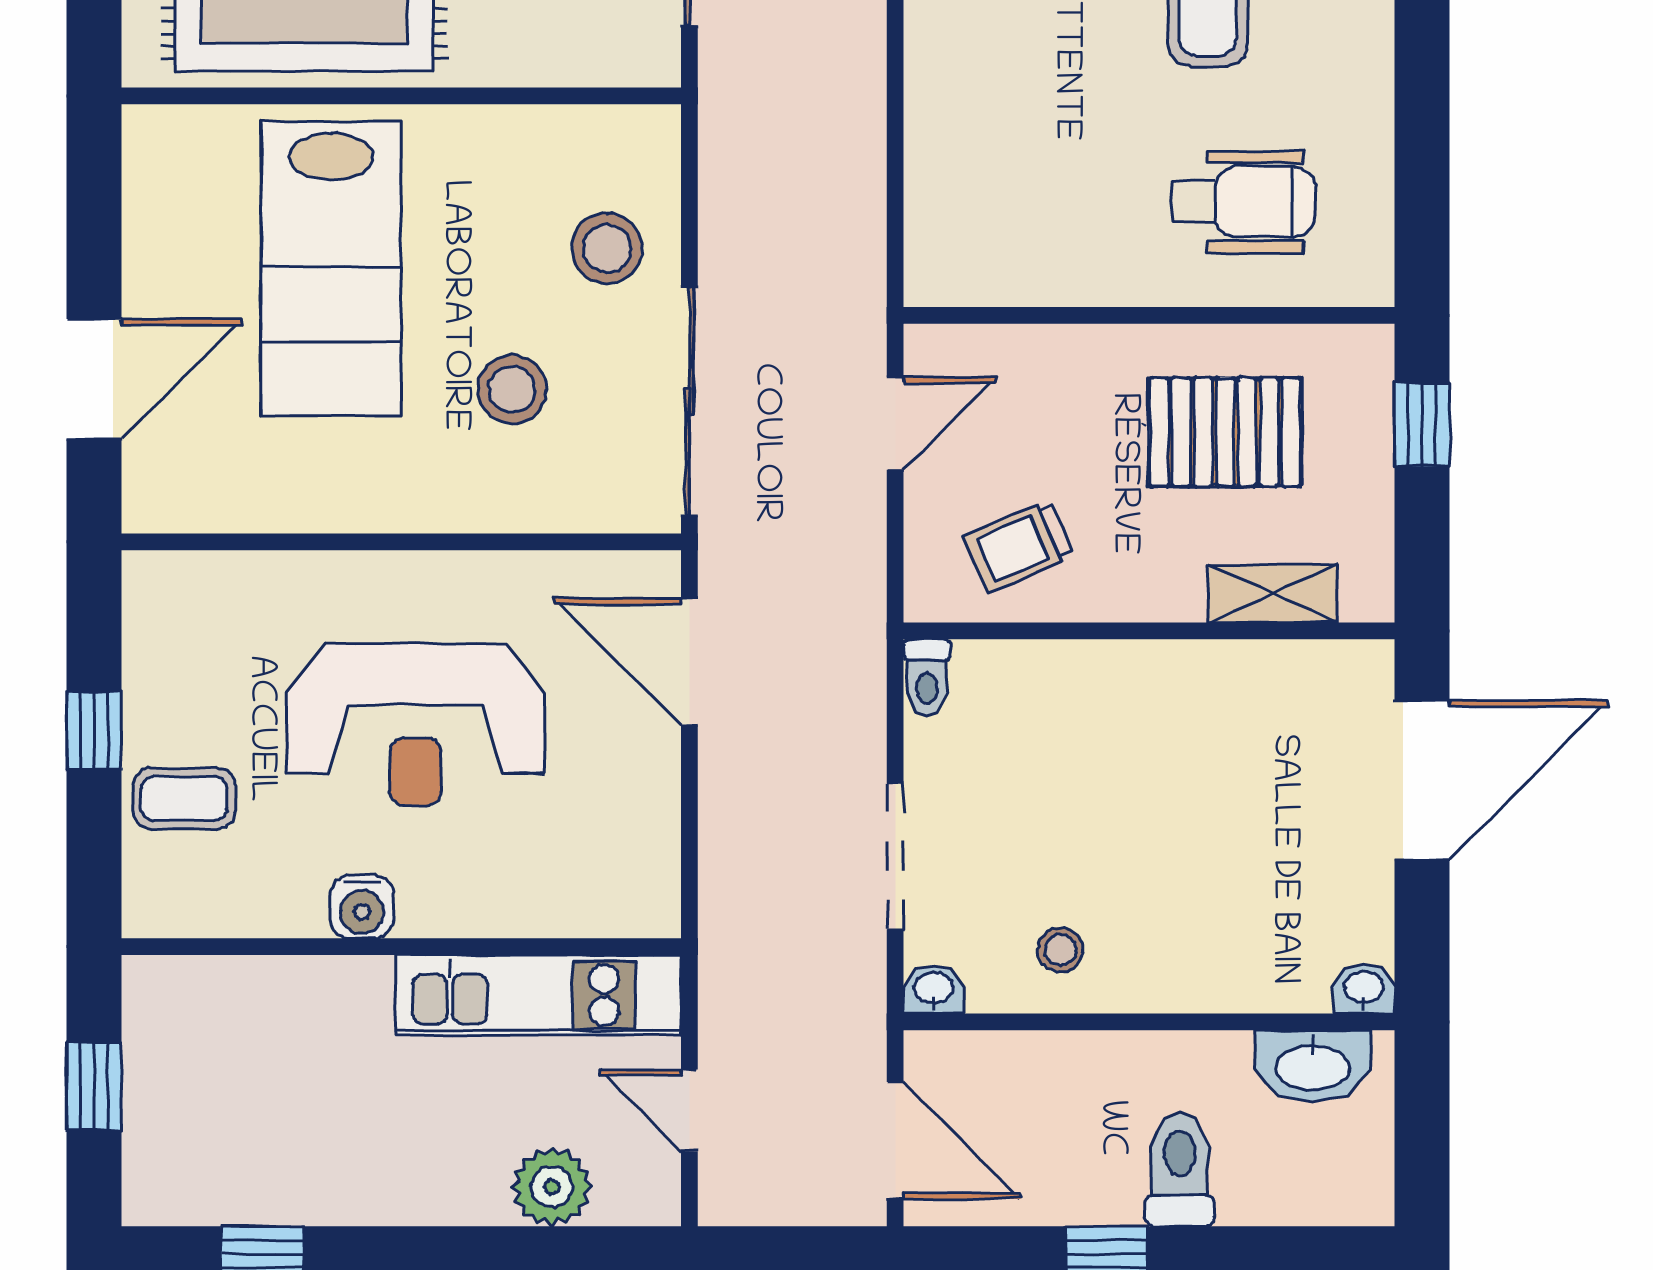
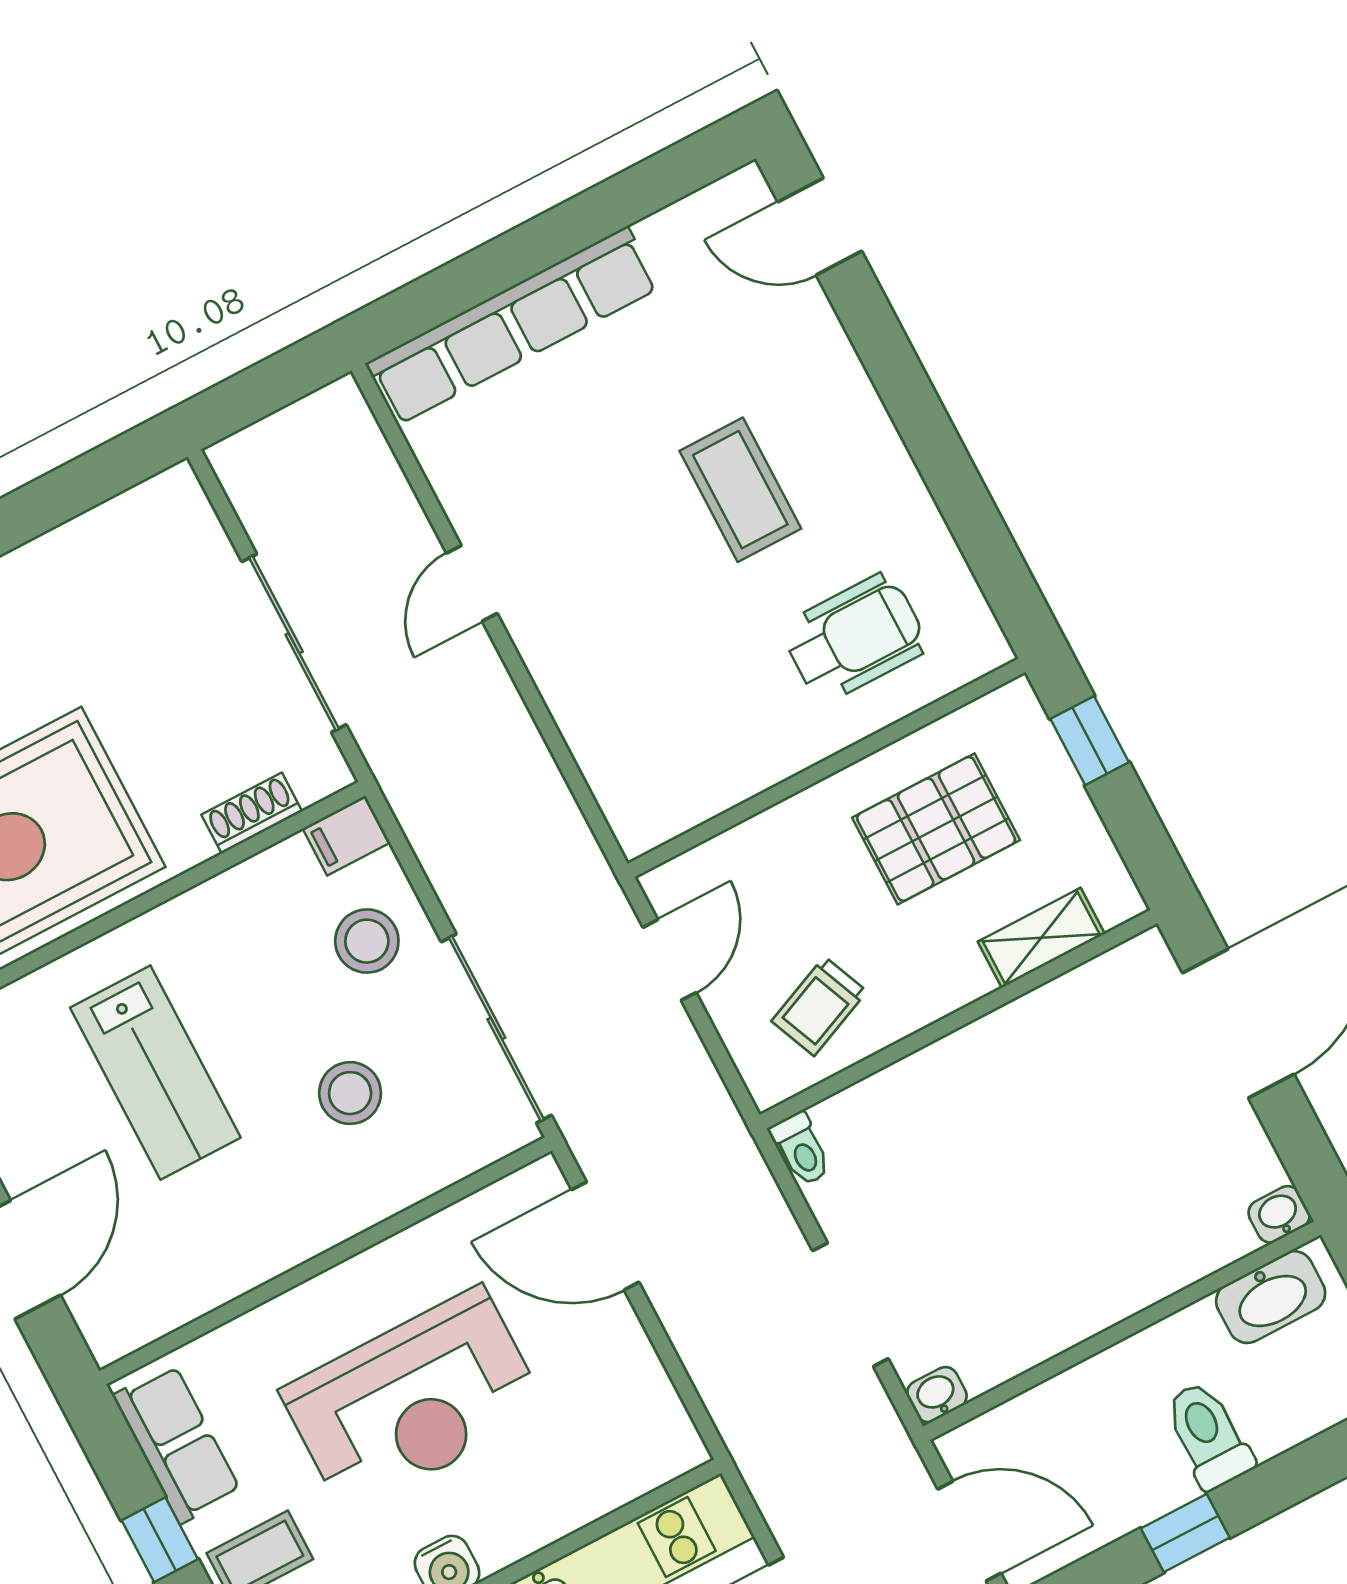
shoe rack: (560, 63) -> (252, 813), added
filing cabinet: (642, 134) -> (346, 835), added
lab bench: (331, 269) -> (155, 1073), width x0.73, depth x0.72
row of seats: (160, 645) -> (177, 1444), added
stool: (1060, 950) -> (1021, 1310), removed

